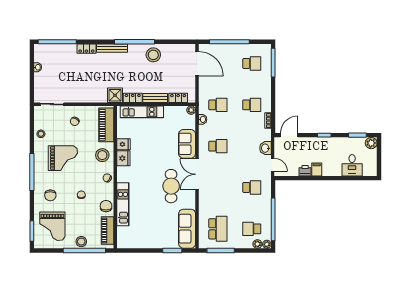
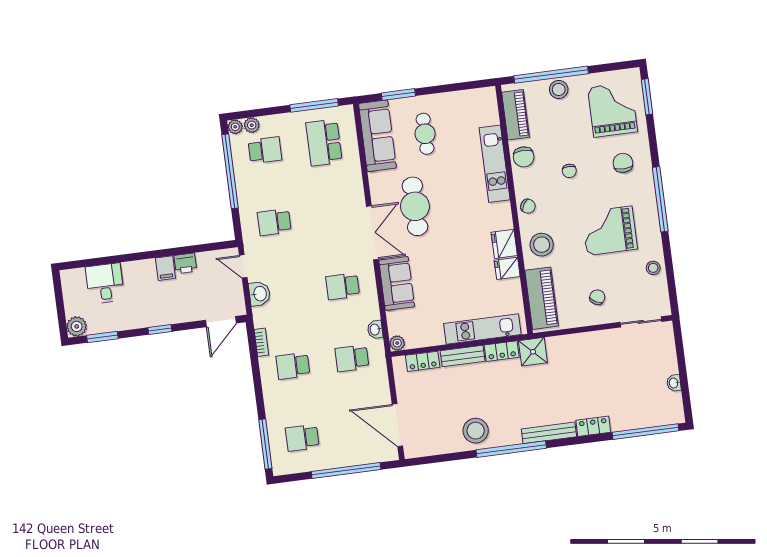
cafe table: (160, 226) -> (425, 134), added

